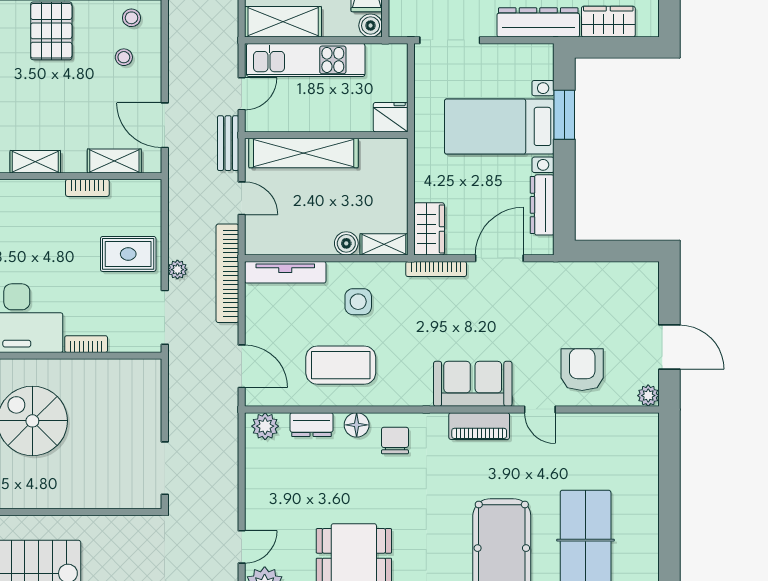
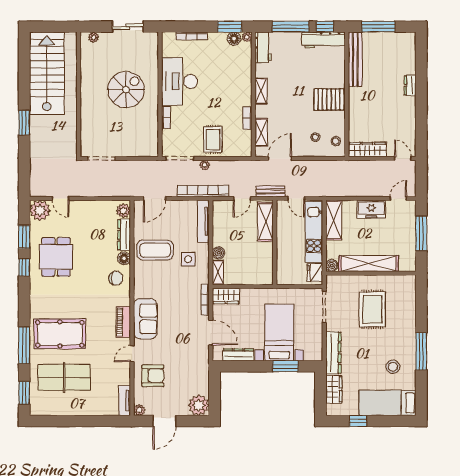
fridge: (391, 117) -> (315, 273), moved, turned 180
shelving: (304, 153) -> (265, 222), width x0.68
plant: (639, 281) -> (199, 405), added
coffee table: (341, 365) -> (155, 250), turned 90
tv unit: (630, 424) -> (125, 401), added
dresser: (312, 425) -> (124, 235), width x1.44

